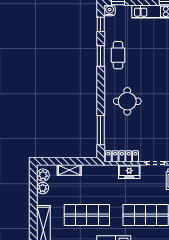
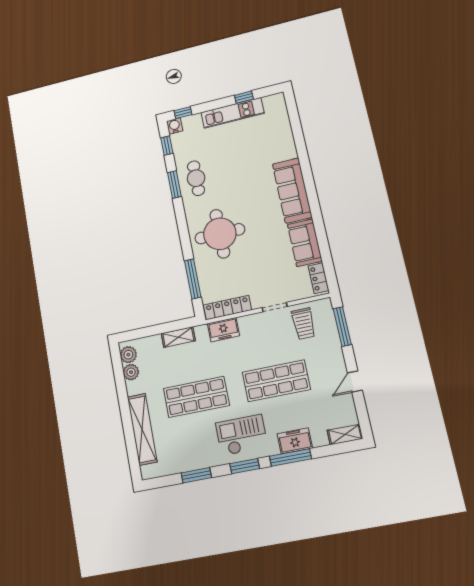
round table: (127, 101) -> (220, 234), width x1.36, depth x1.36
shelving: (69, 170) -> (178, 337), moved
freezer: (129, 172) -> (223, 330), moved

